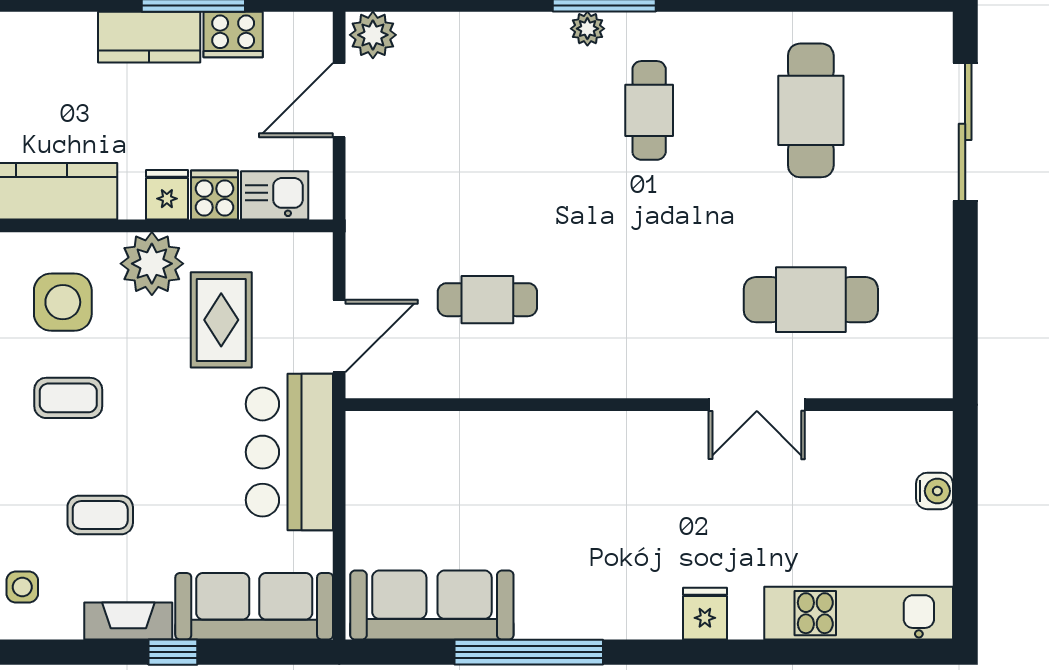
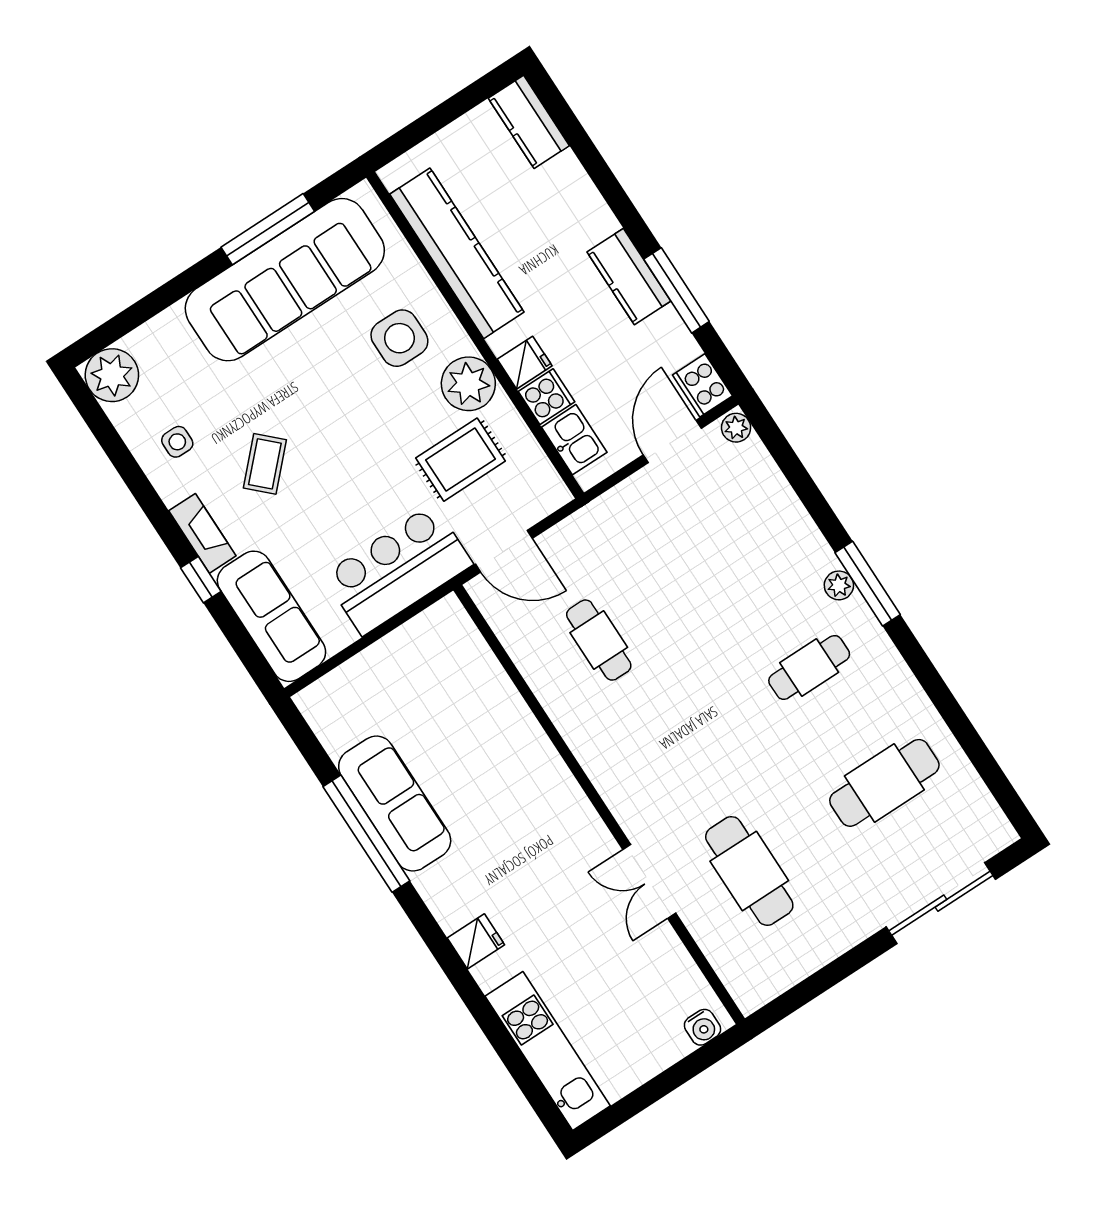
cooker: (233, 35) -> (702, 385), moved
plant: (373, 35) -> (736, 428), width x0.73, depth x0.73
door: (339, 100) -> (672, 442), hinge flipped
coffee table: (68, 398) -> (334, 387), removed
water cooler: (934, 491) -> (702, 1027), moved
coffee table: (100, 515) -> (265, 464), turned 44
sofa: (432, 605) -> (395, 804), moved

